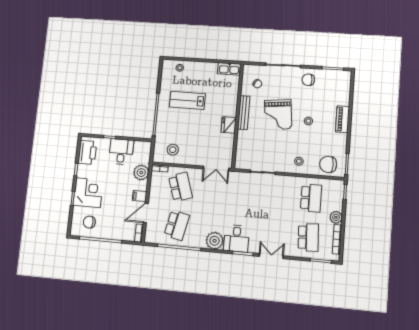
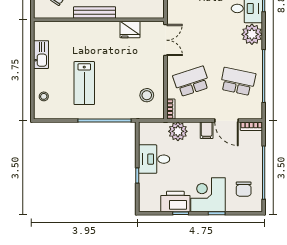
kitchen sink: (229, 69) -> (41, 55), moved
fridge: (229, 125) -> (130, 30), moved
printer: (87, 152) -> (175, 202), moved

